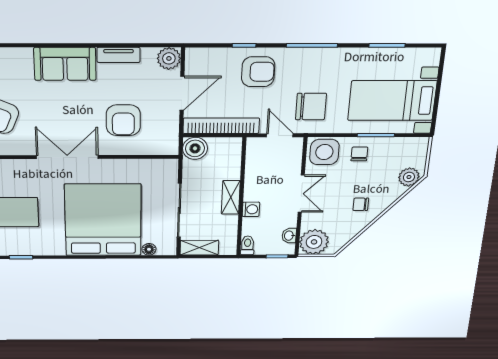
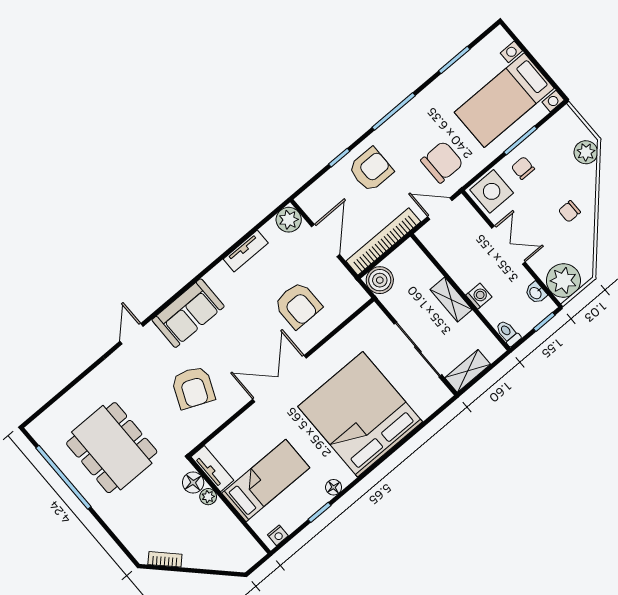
sofa: (65, 64) -> (188, 313), moved
floor lamp: (149, 249) -> (334, 487), moved

